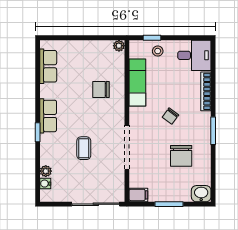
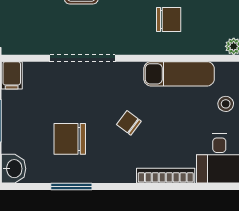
chair: (101, 89) -> (169, 20), turned 90
window: (213, 131) -> (71, 186), moved

